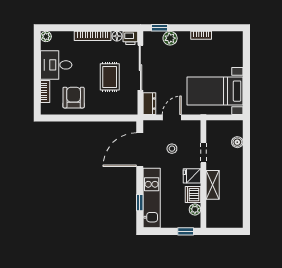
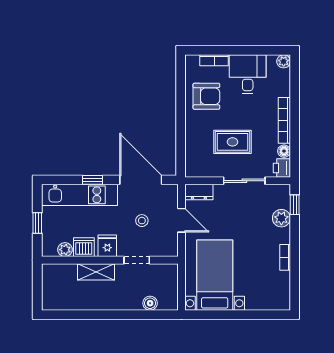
sliding door: (140, 68) -> (244, 181), width x0.73
window: (140, 203) -> (92, 180), moved
window: (186, 231) -> (37, 223), moved

